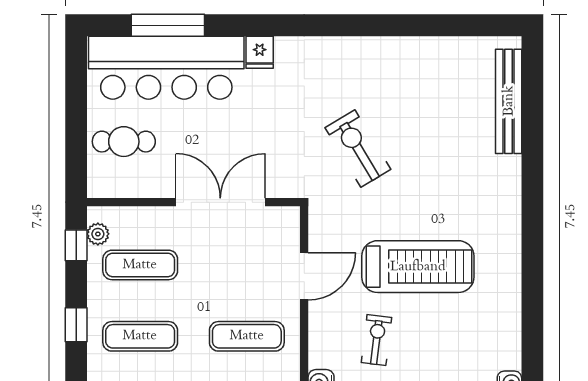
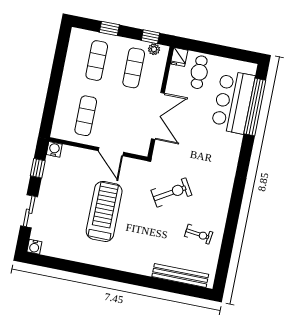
window: (168, 25) -> (255, 107), width x1.46
fridge: (260, 52) -> (179, 57), moved, turned -90
bar counter: (166, 68) -> (233, 102), width x0.73
treadmill: (418, 267) -> (104, 211), turned 180
exercise bike: (376, 340) -> (199, 234), moved

